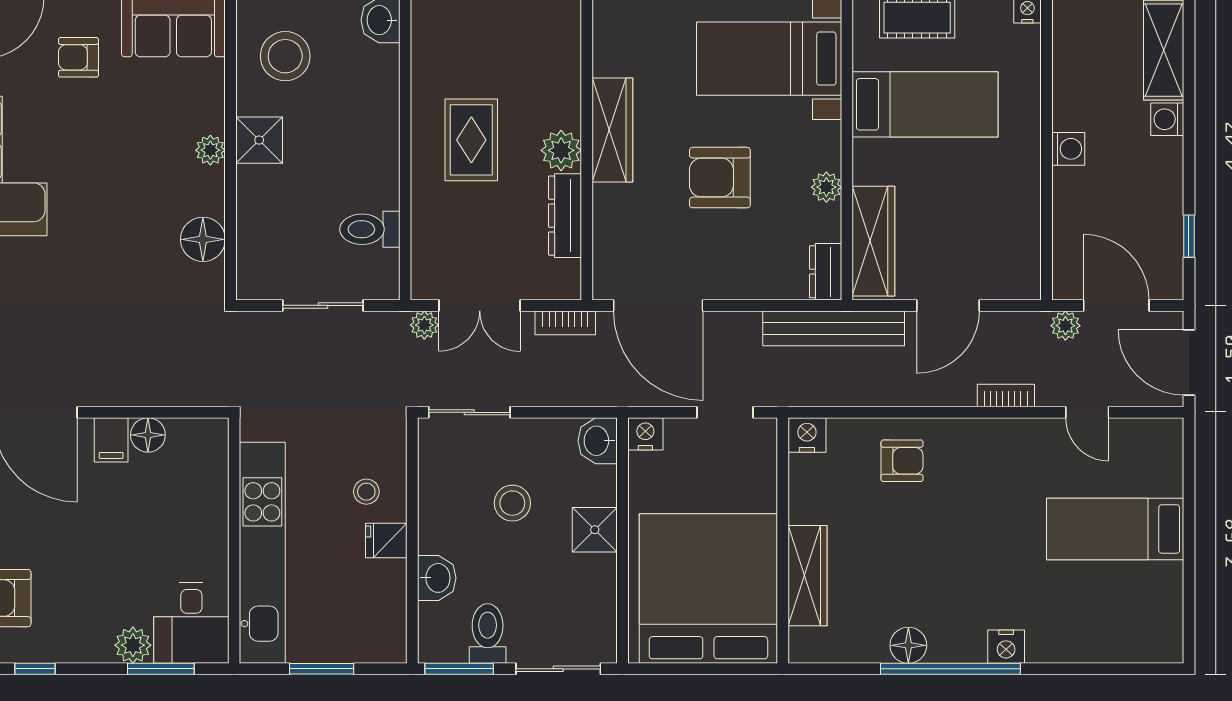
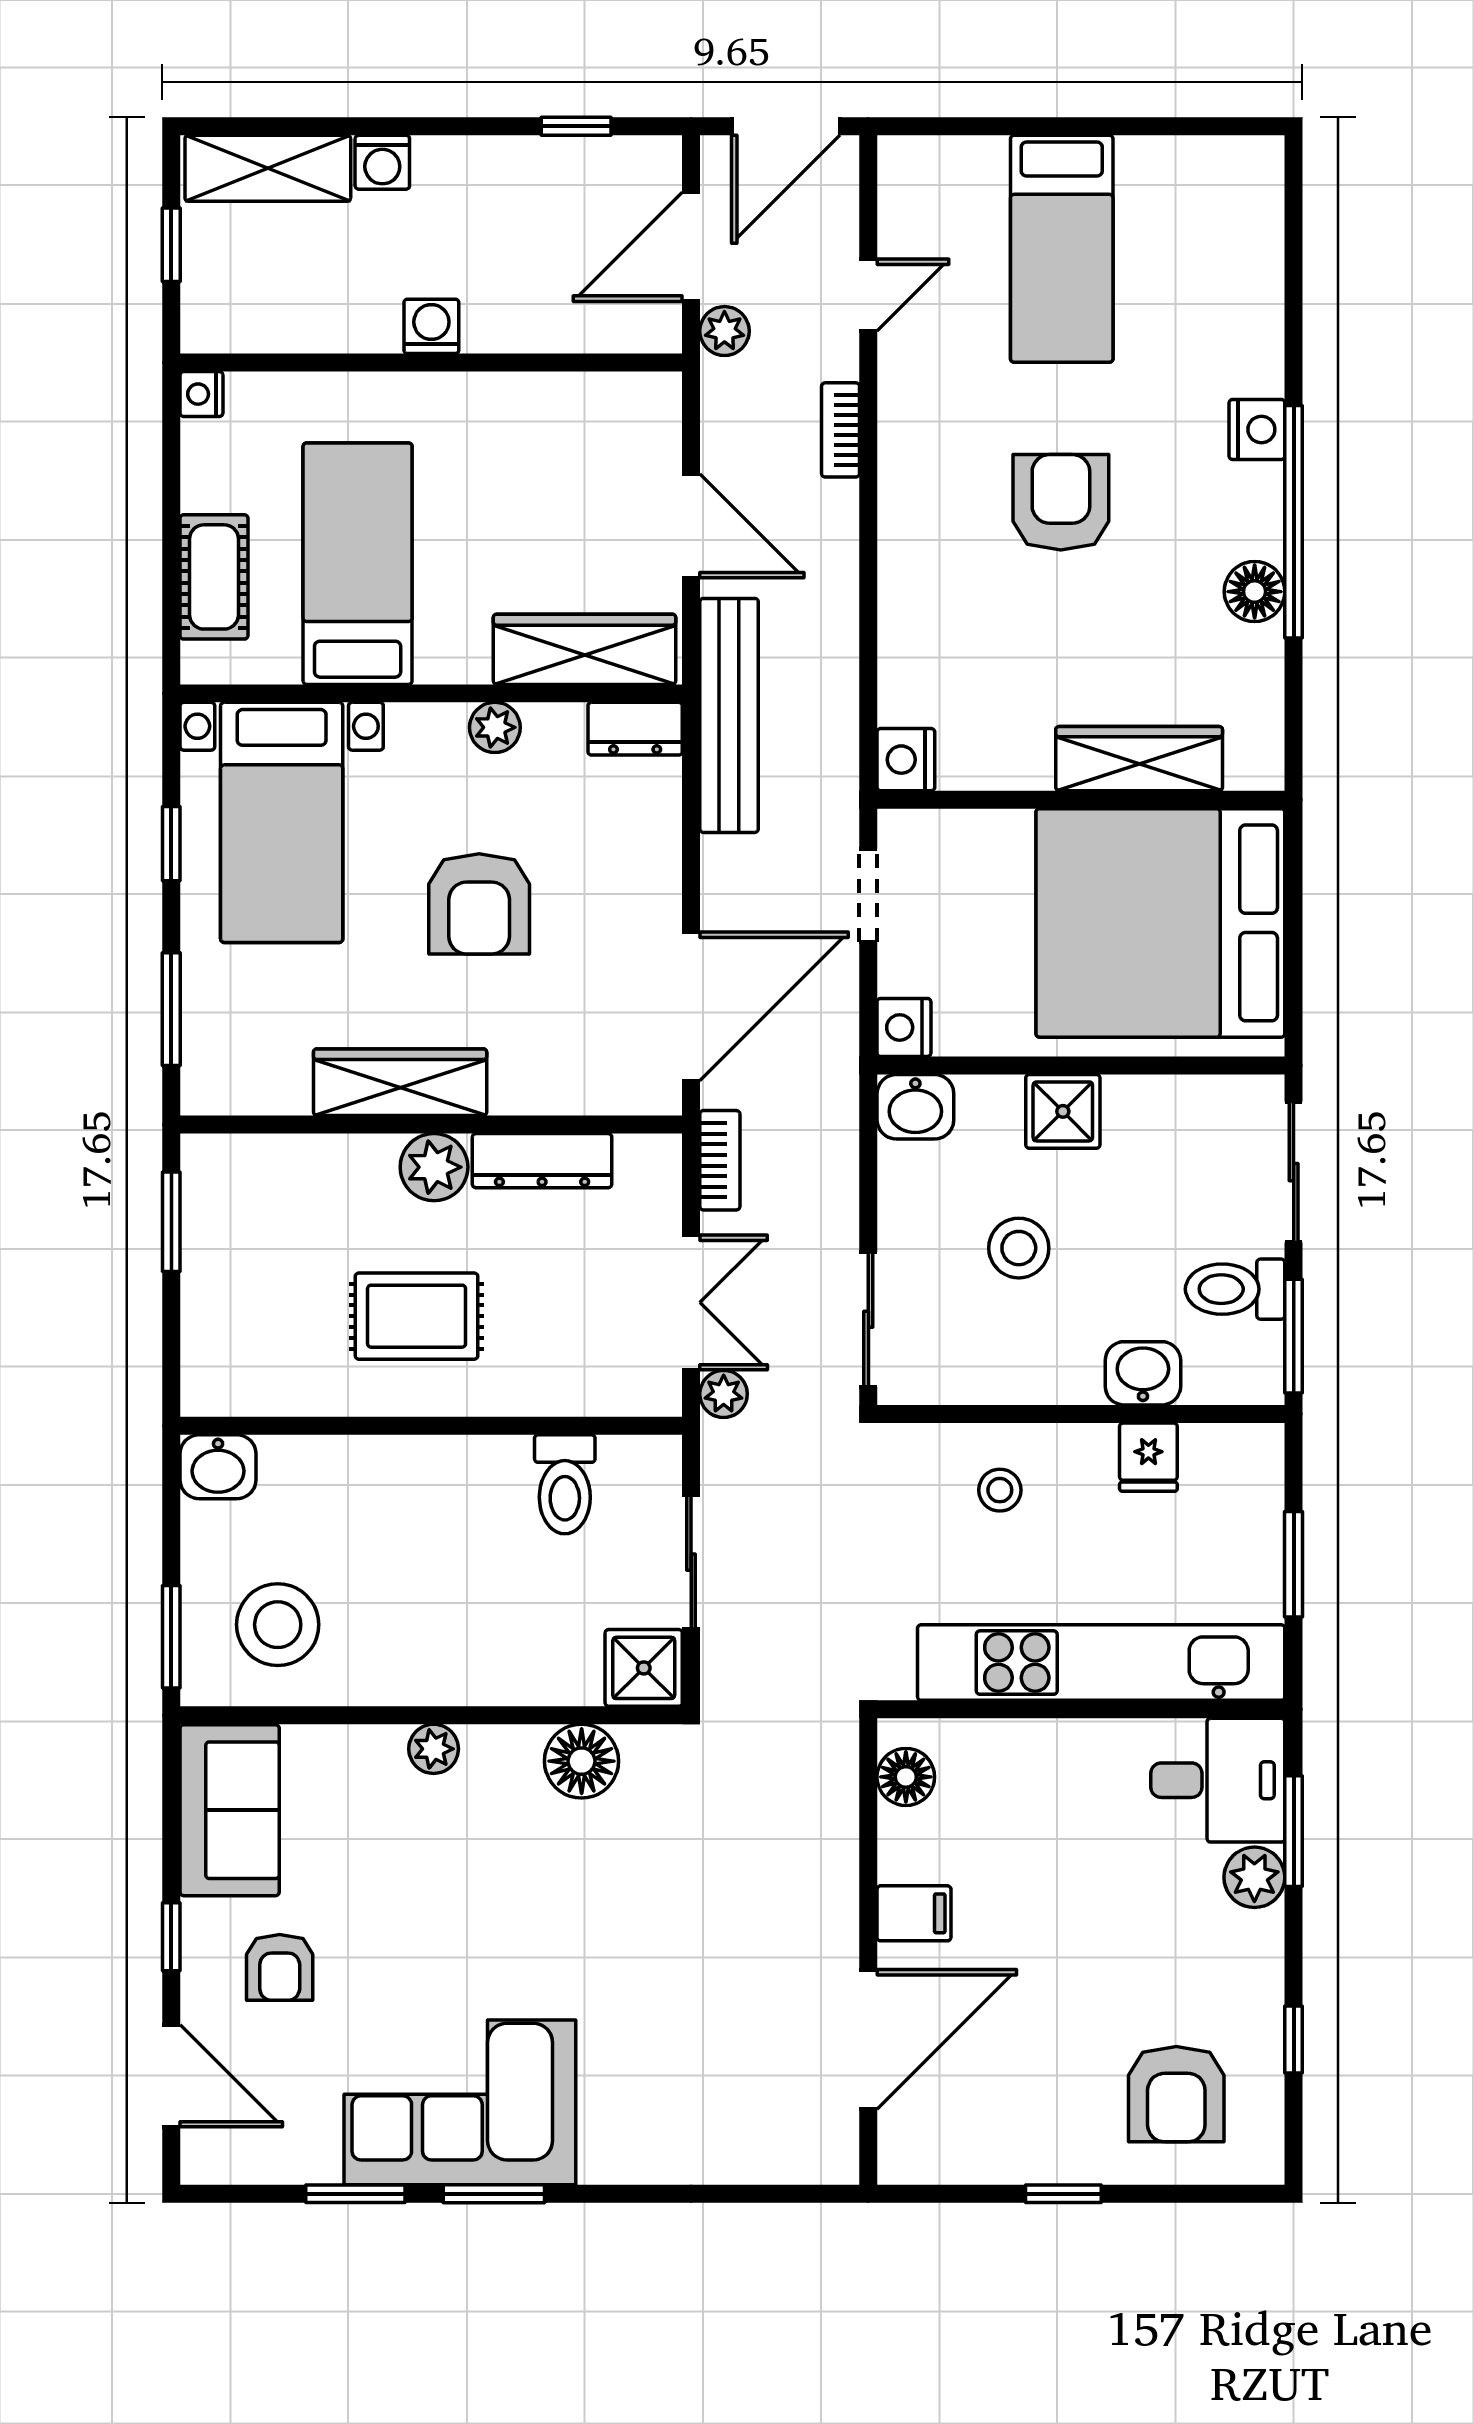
shower: (259, 140) -> (644, 1668), moved
floor lamp: (148, 435) -> (906, 1777), moved
armchair: (902, 461) -> (1061, 502), moved, width x1.38, depth x1.38
fridge: (386, 541) -> (1148, 1457), moved

